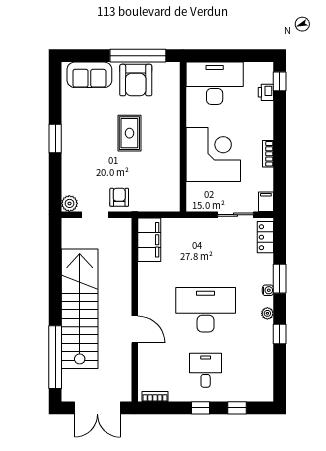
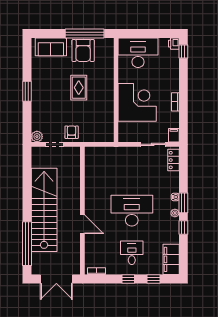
printer: (266, 92) -> (174, 44), moved
filing cabinet: (149, 240) -> (171, 259), moved, turned 180
window: (280, 279) -> (183, 203), moved

